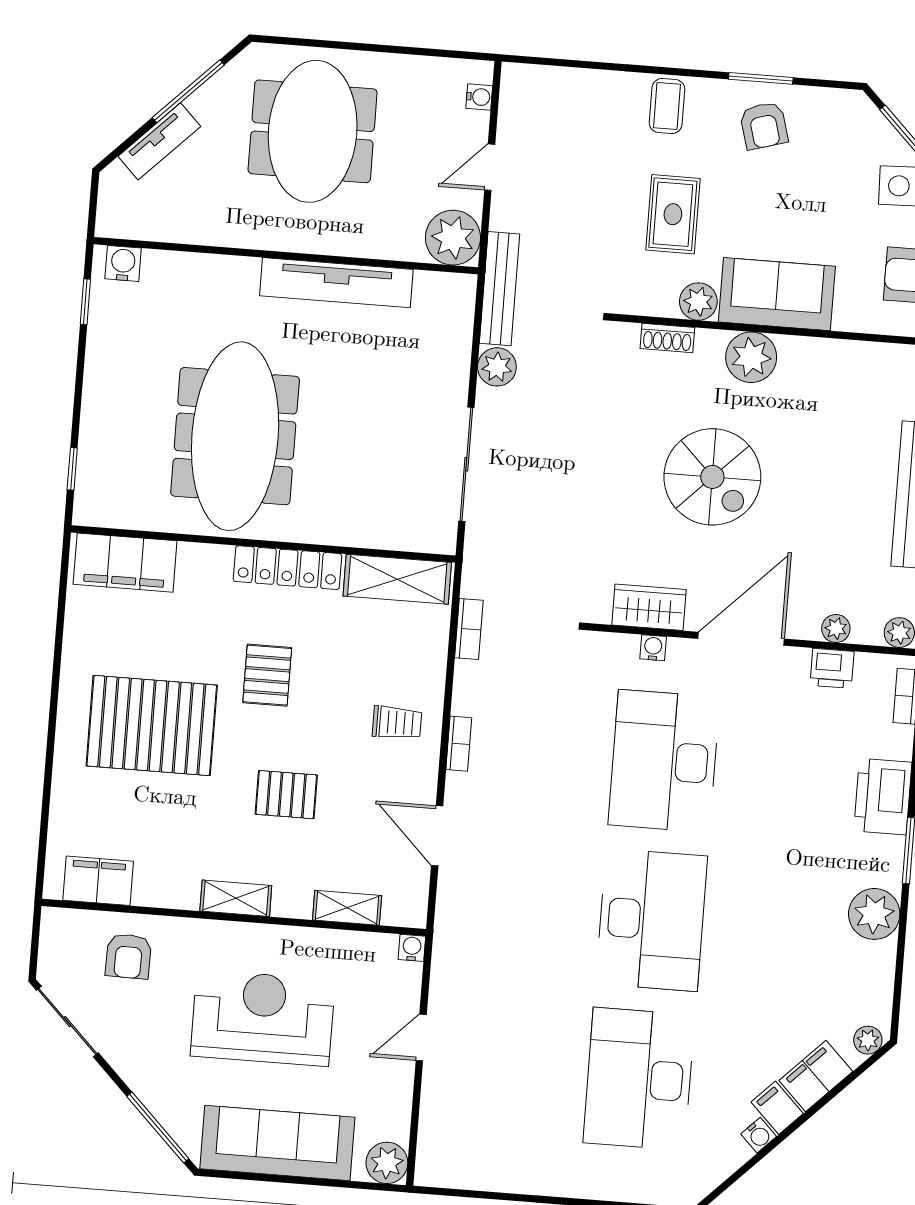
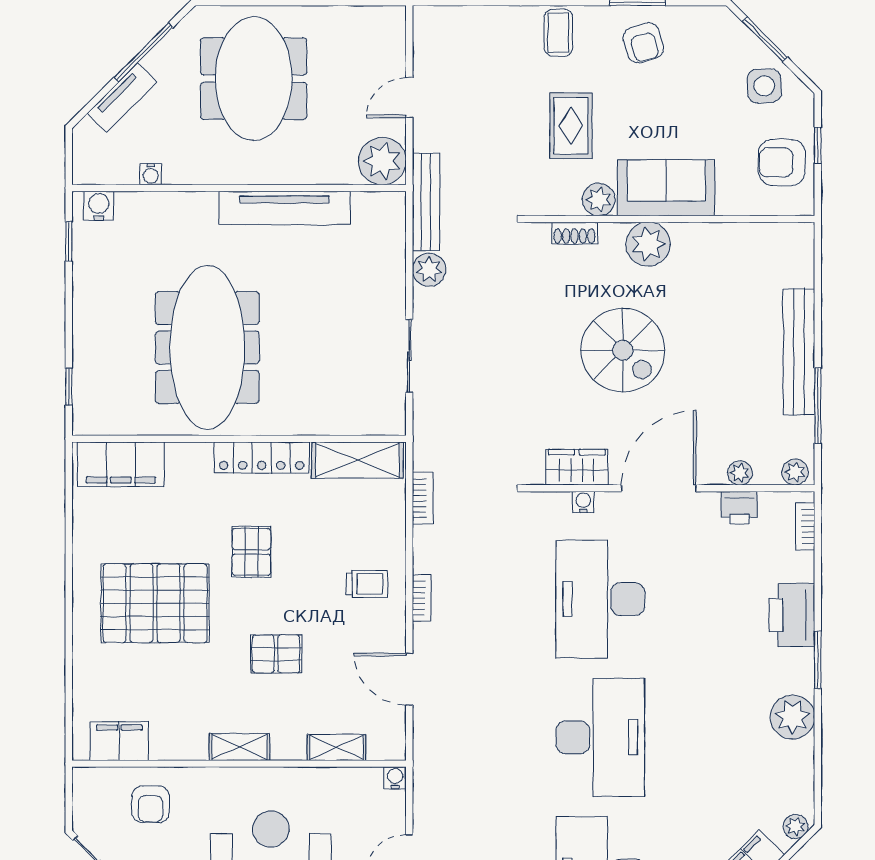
water cooler: (479, 97) -> (151, 174), moved, turned 90
sliding door: (466, 464) -> (409, 356), width x0.73

